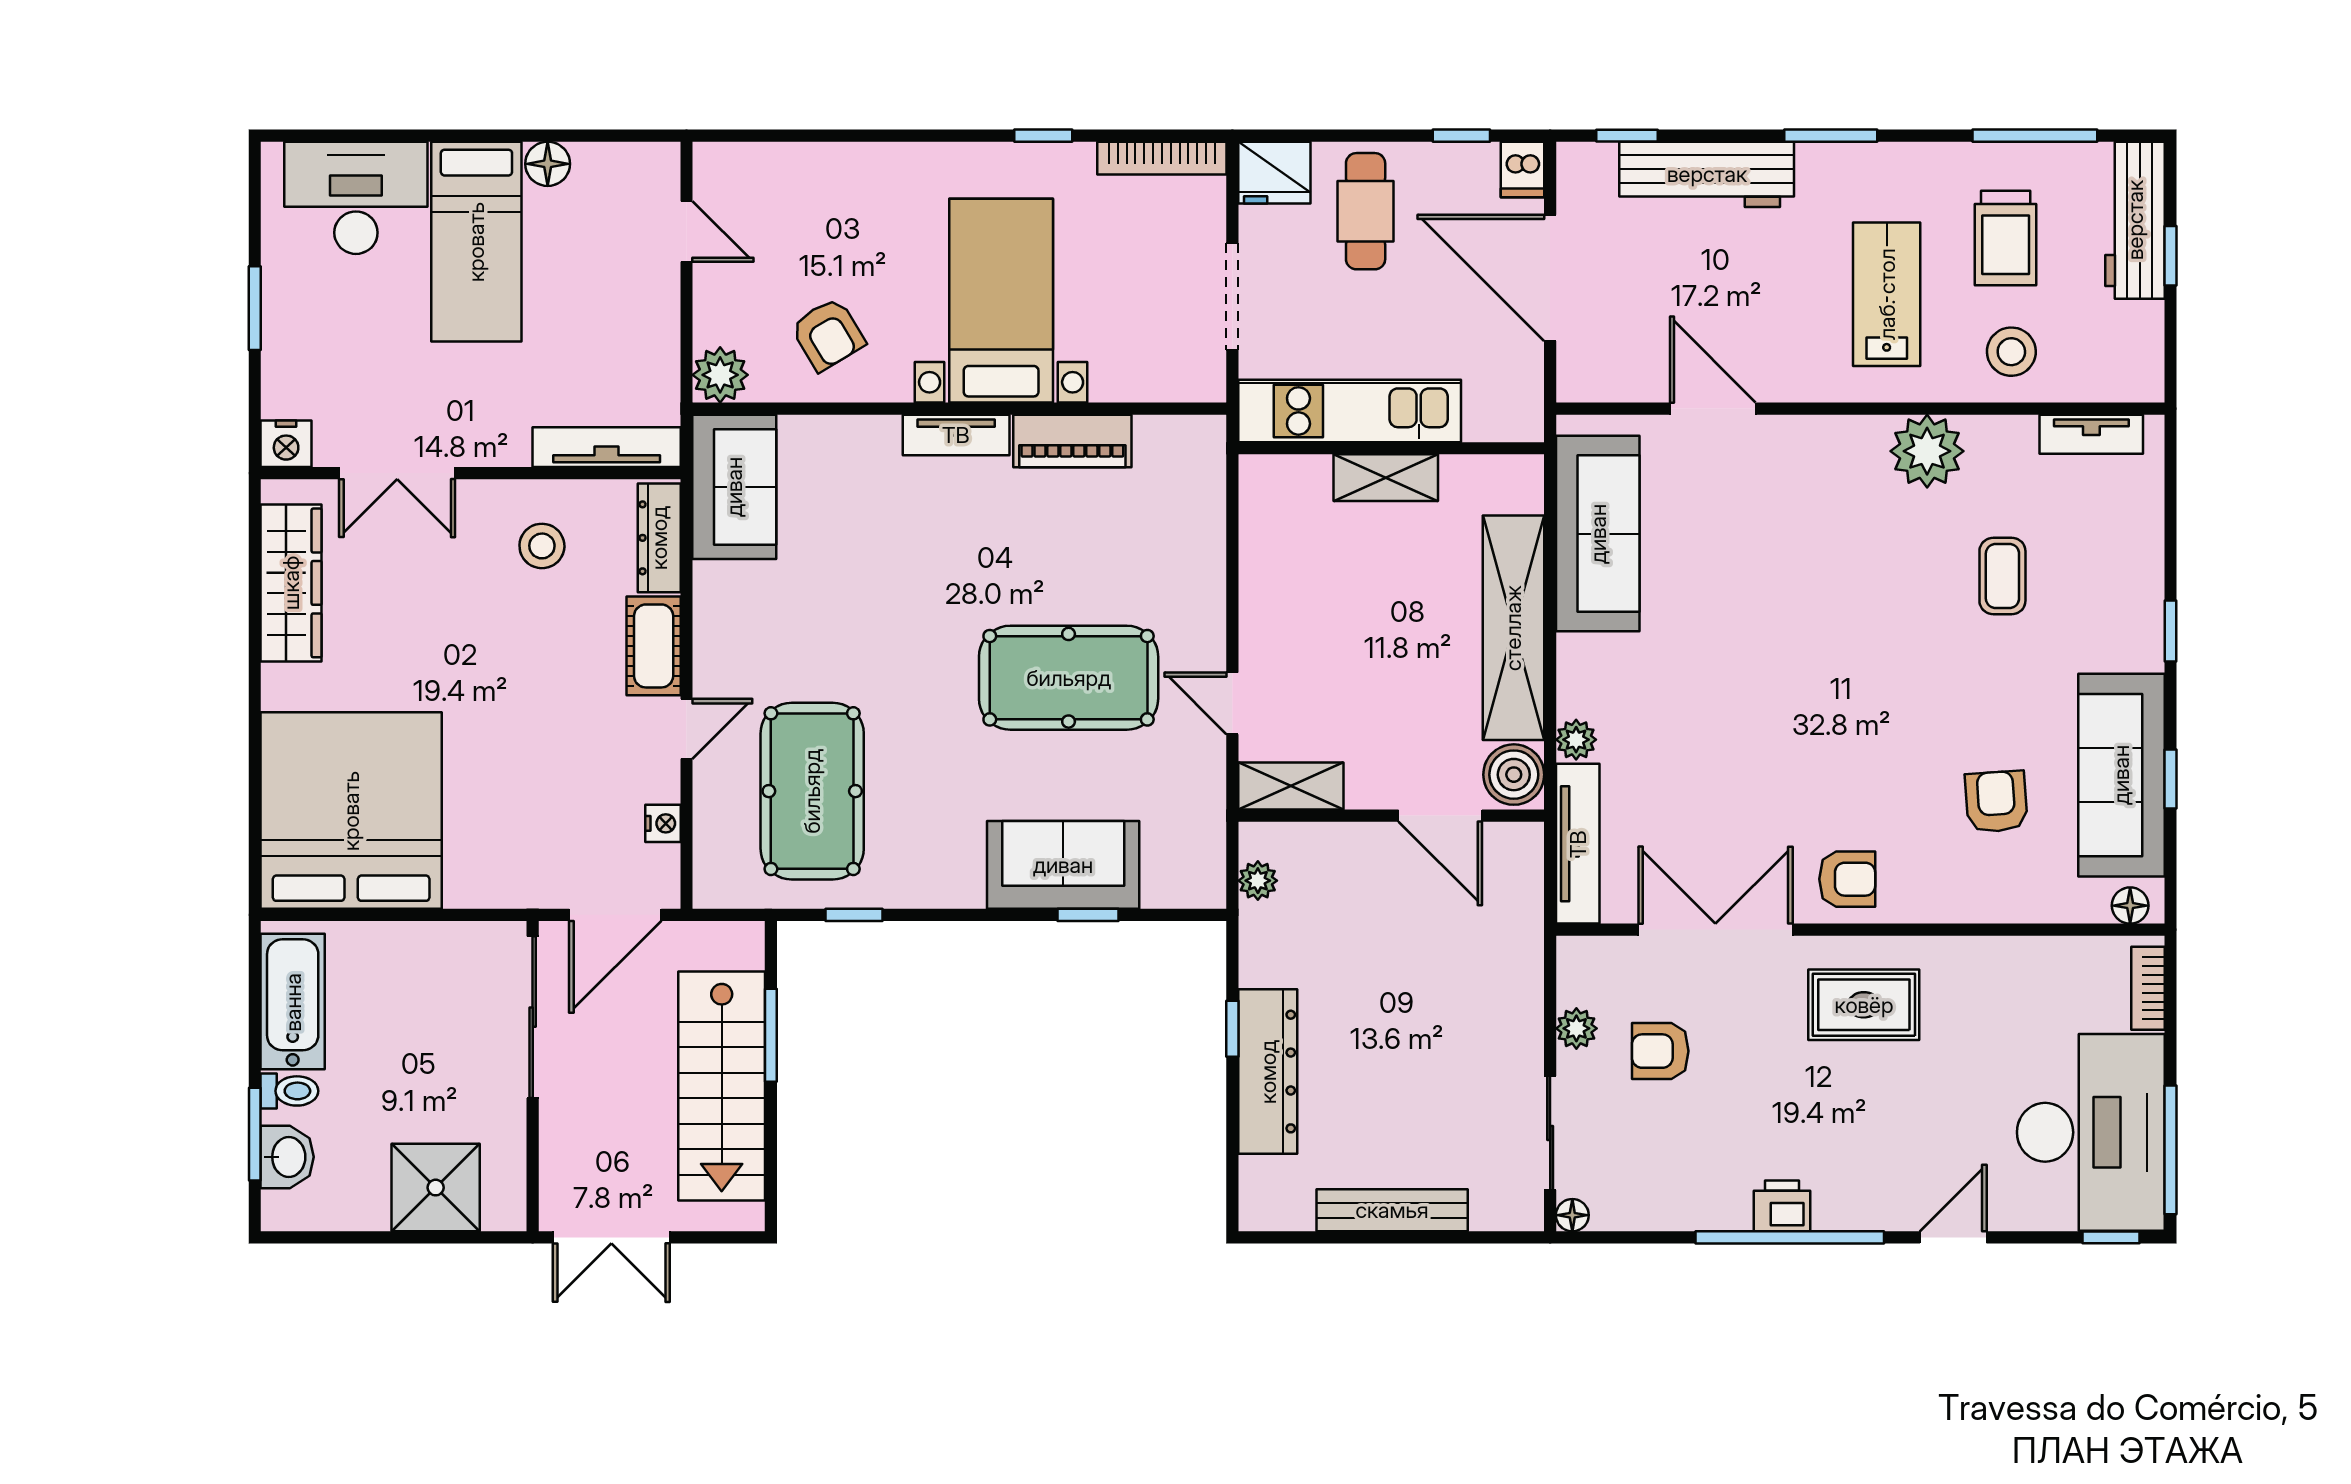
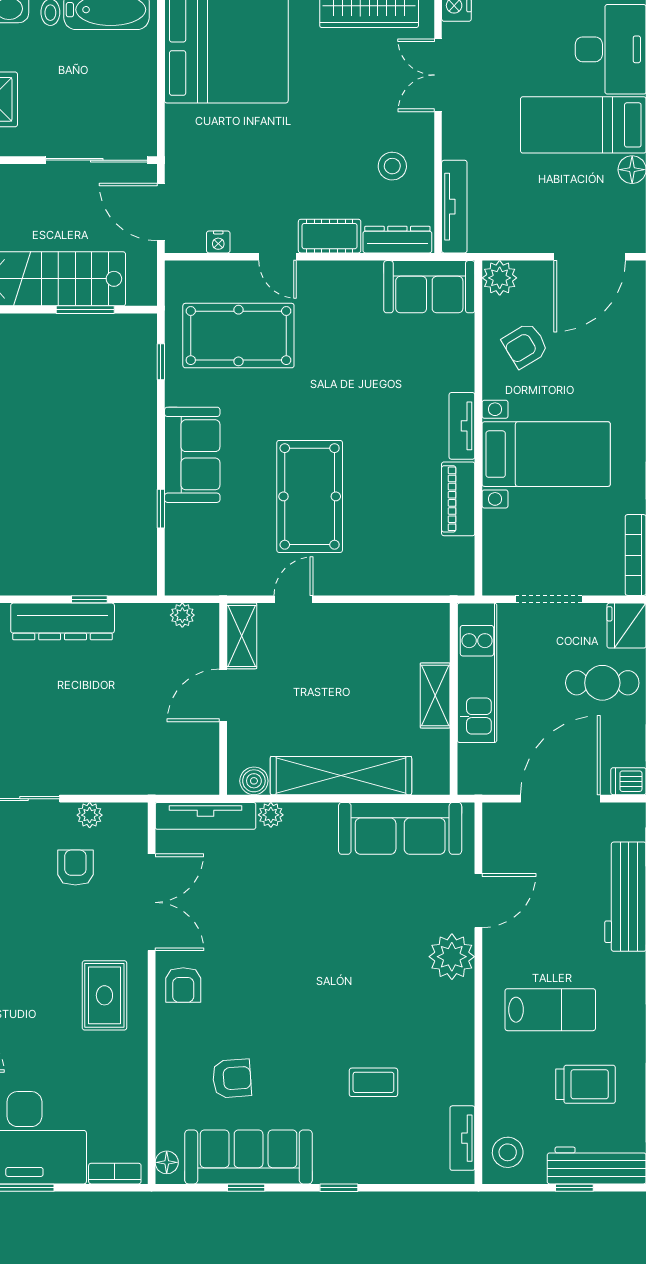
door: (687, 232) -> (590, 257), width x1.88
trolley: (2006, 238) -> (585, 1084), turned 180
stool: (2011, 352) -> (508, 1152), moved
plant: (1927, 451) -> (452, 957), moved
boiler: (1514, 775) -> (254, 781), width x0.73, depth x0.73
door: (1440, 816) -> (223, 695), moved
sofa: (1063, 865) -> (192, 455), moved

